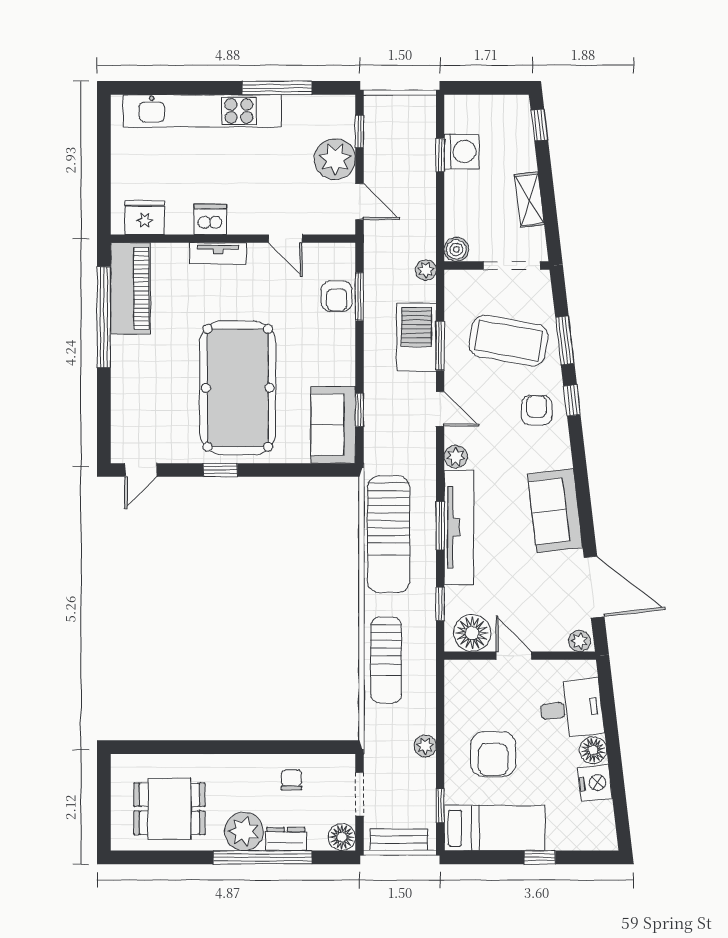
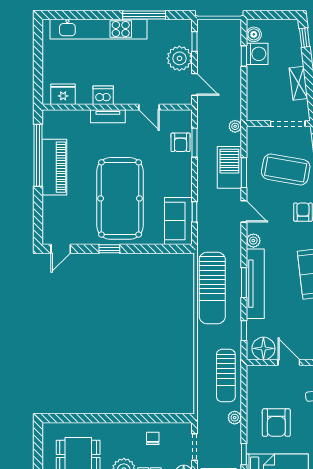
boiler: (456, 249) -> (254, 34), moved
piano: (131, 288) -> (54, 167), moved
sun lounger: (386, 660) -> (226, 376), moved

